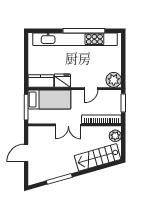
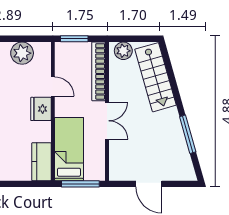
plant: (114, 80) -> (22, 53), moved
fridge: (62, 81) -> (41, 109), moved

